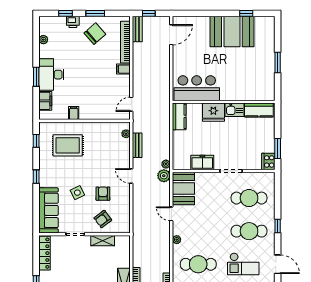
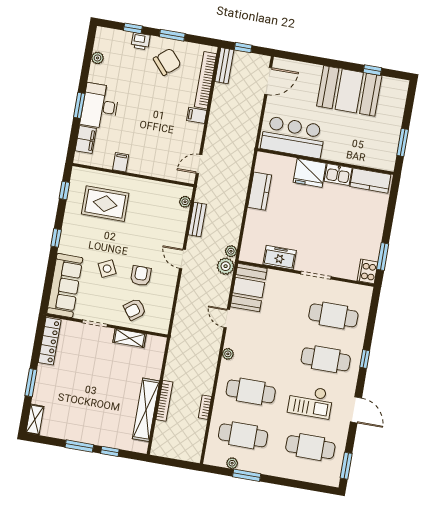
bar counter: (197, 88) -> (293, 137), moved
wall: (224, 102) -> (326, 162), moved
kitchen sink: (234, 110) -> (338, 174), moved
kitchen counter: (259, 110) -> (370, 181), moved
fridge: (213, 112) -> (310, 173), moved

